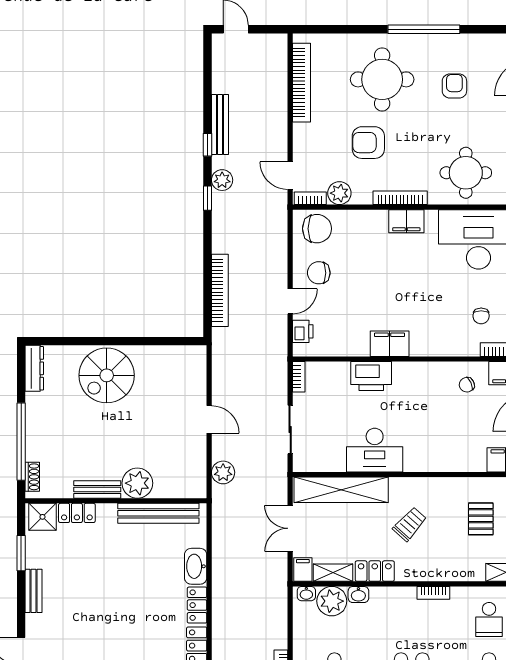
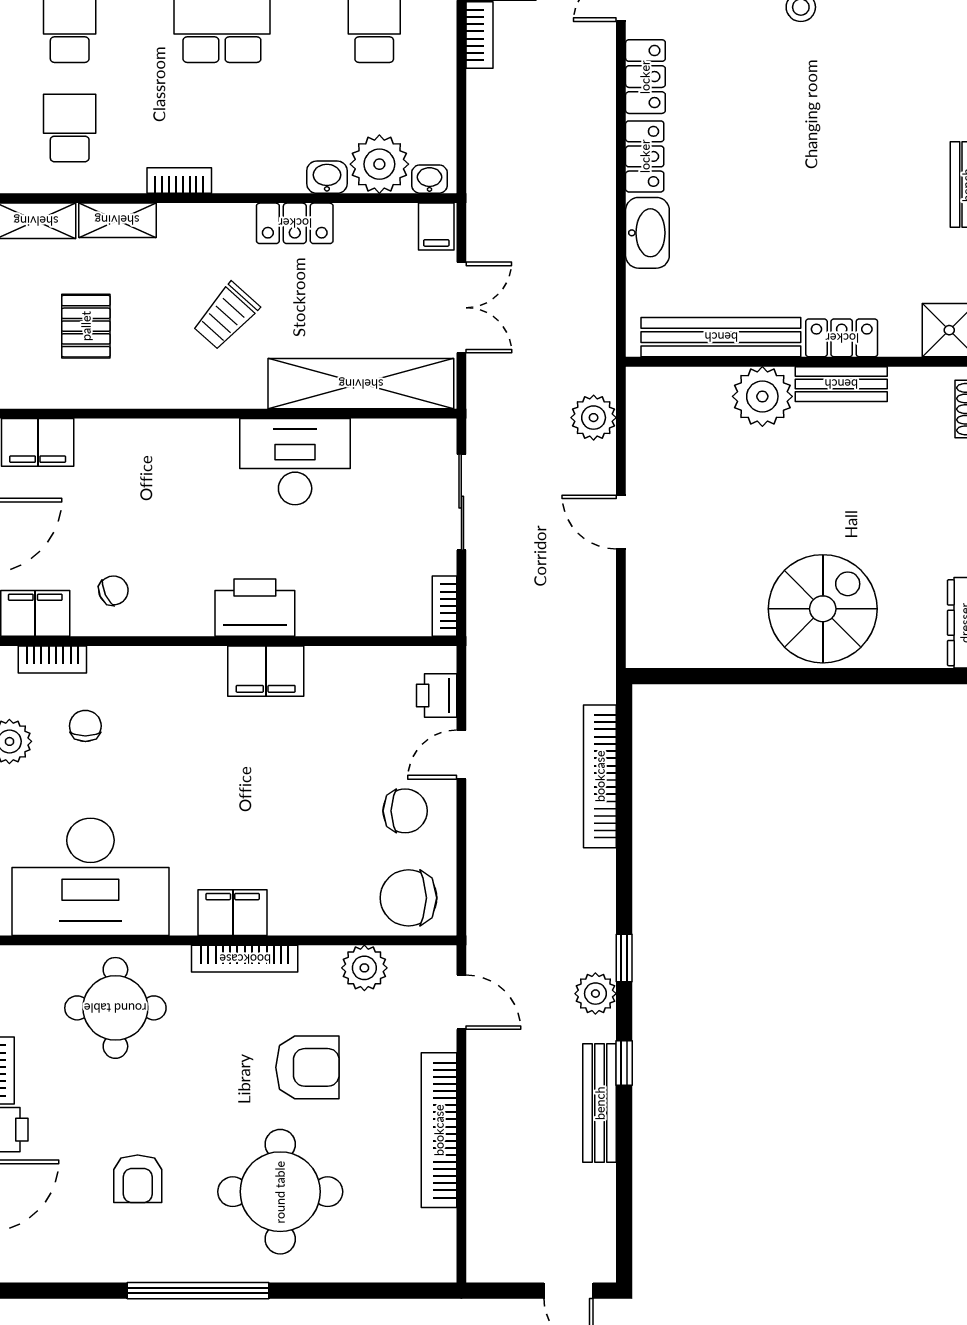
bookcase: (302, 83) -> (439, 1130), moved
bookcase: (310, 198) -> (422, 958), removed
printer: (371, 376) -> (255, 608), moved
locker: (77, 513) -> (842, 338), moved
shelving: (333, 573) -> (117, 220), moved

